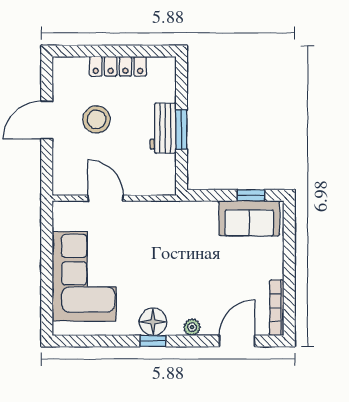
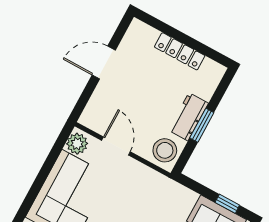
stool: (96, 119) -> (165, 150), moved
plant: (64, 217) -> (77, 144), added

